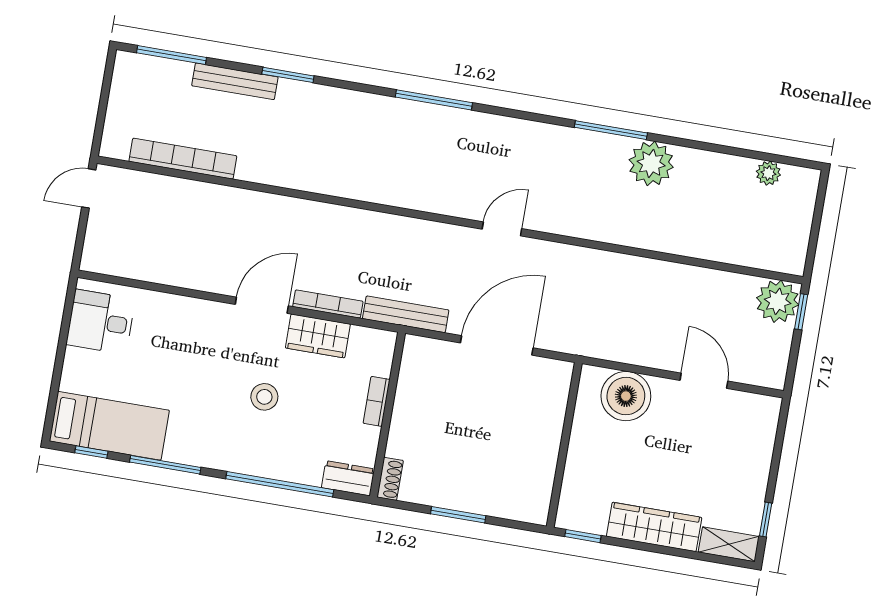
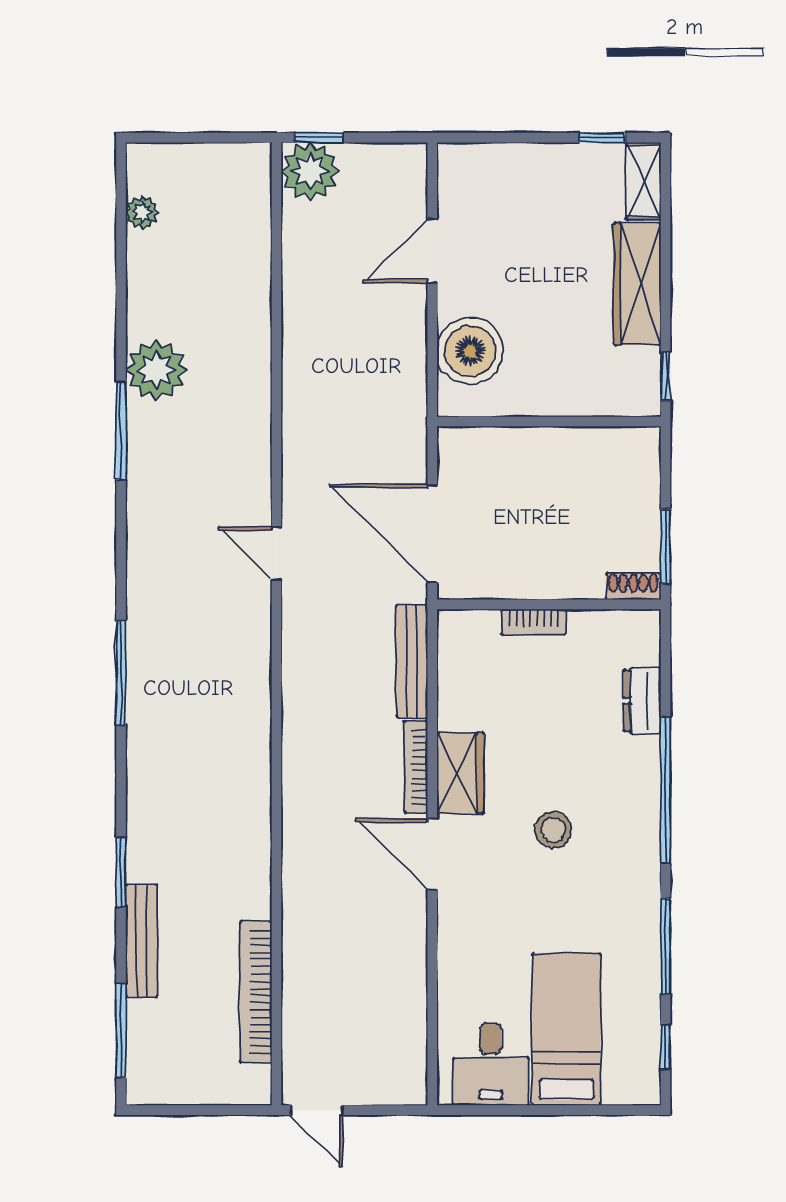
bookcase: (377, 401) -> (534, 622), moved
wall: (388, 415) -> (549, 604), moved
bed: (109, 426) -> (566, 1029), moved
shoe rack: (390, 479) -> (633, 586), moved

